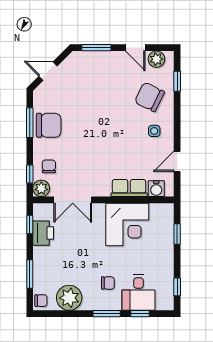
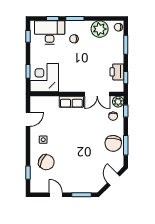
plant: (156, 59) -> (42, 187), removed
door: (48, 71) -> (114, 179), swing flipped
chair: (49, 125) -> (113, 143), turned -83
row of seats: (129, 188) -> (71, 102), moved
water cooler: (156, 189) -> (42, 101), removed
double door: (73, 200) -> (97, 94), swing flipped
corner desk: (127, 224) -> (44, 78), moved
desk: (138, 293) -> (50, 32), width x1.37

